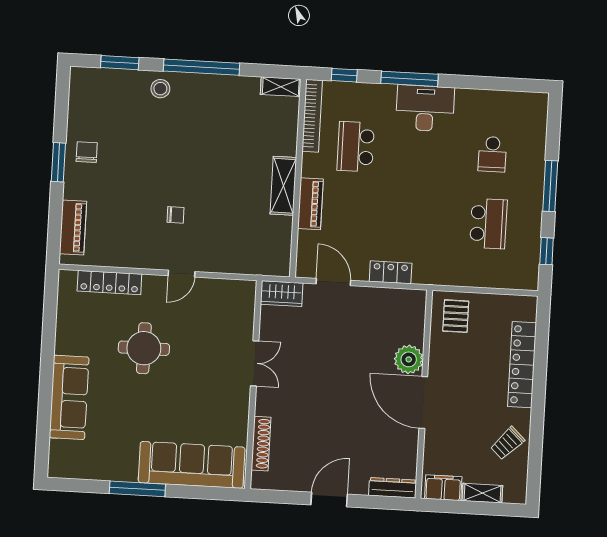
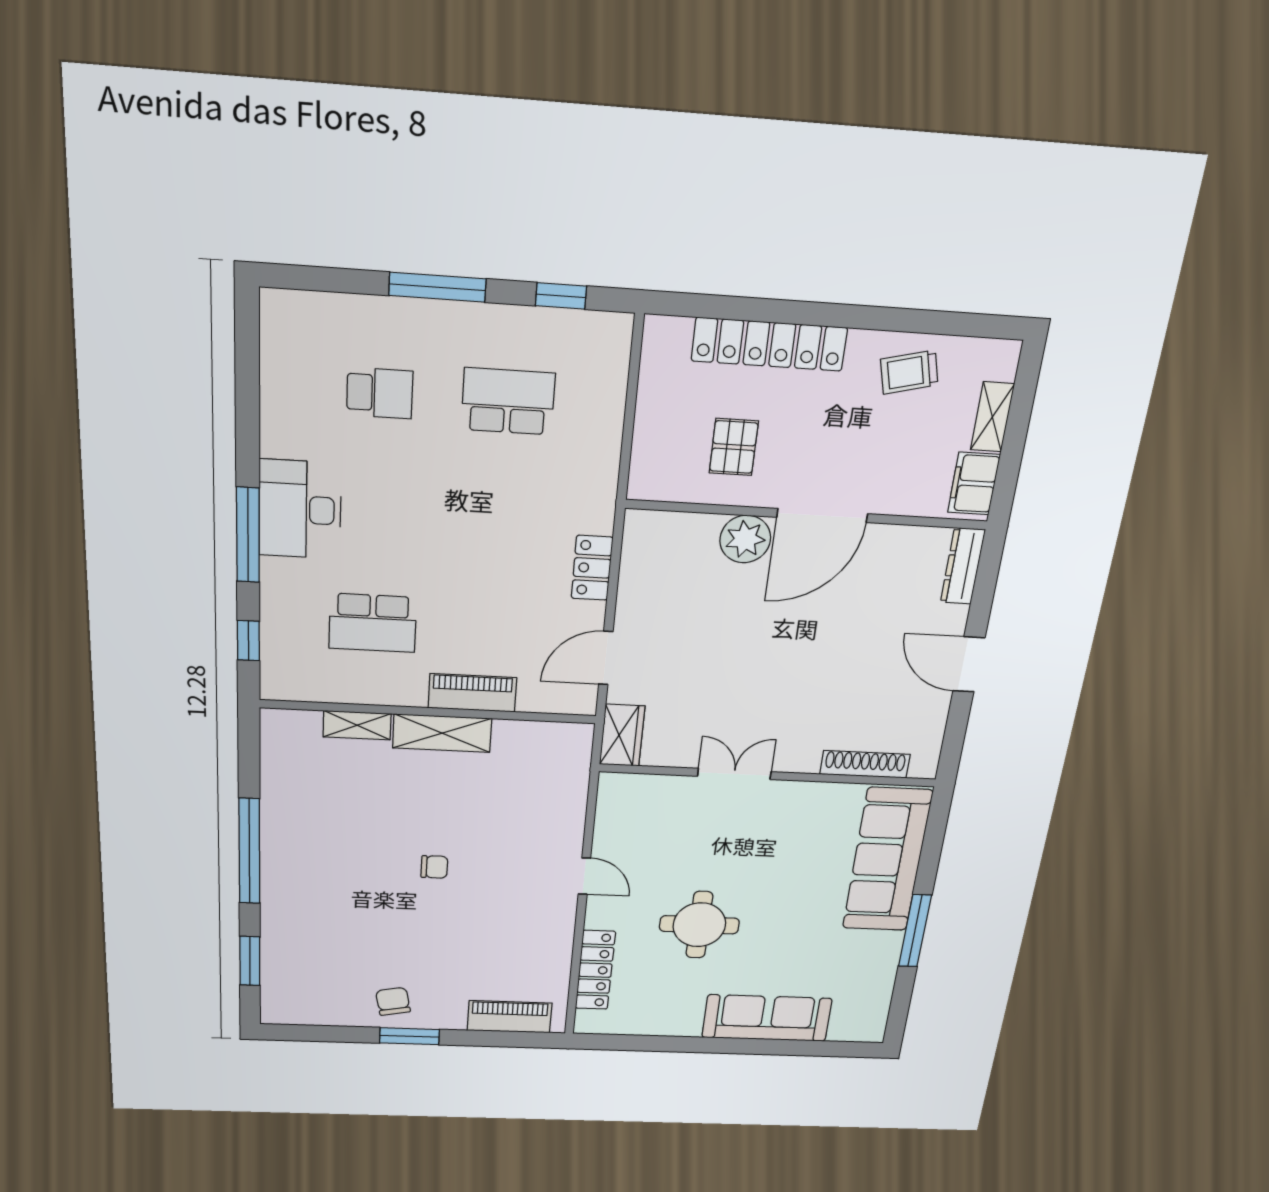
shelving: (281, 87) -> (357, 725), moved, turned 90
stool: (160, 89) -> (288, 907), removed
bookcase: (312, 116) -> (322, 690), removed
chair: (87, 152) -> (393, 1001), turned 79
chair: (176, 215) -> (434, 867), moved, turned 90
pallet: (456, 316) -> (734, 447), moved, turned 90
trolley: (507, 443) -> (909, 372), turned 122

